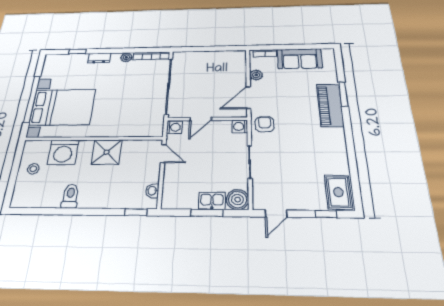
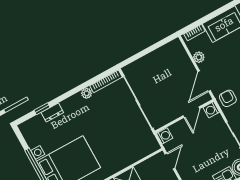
dresser: (99, 58) -> (52, 112), moved
door: (201, 119) -> (191, 112), moved
door: (163, 154) -> (170, 161), hinge flipped

